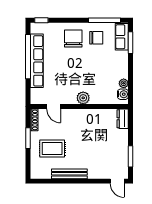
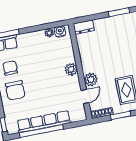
chair: (73, 38) -> (15, 90), turned -90
plant: (69, 115) -> (91, 80), added

